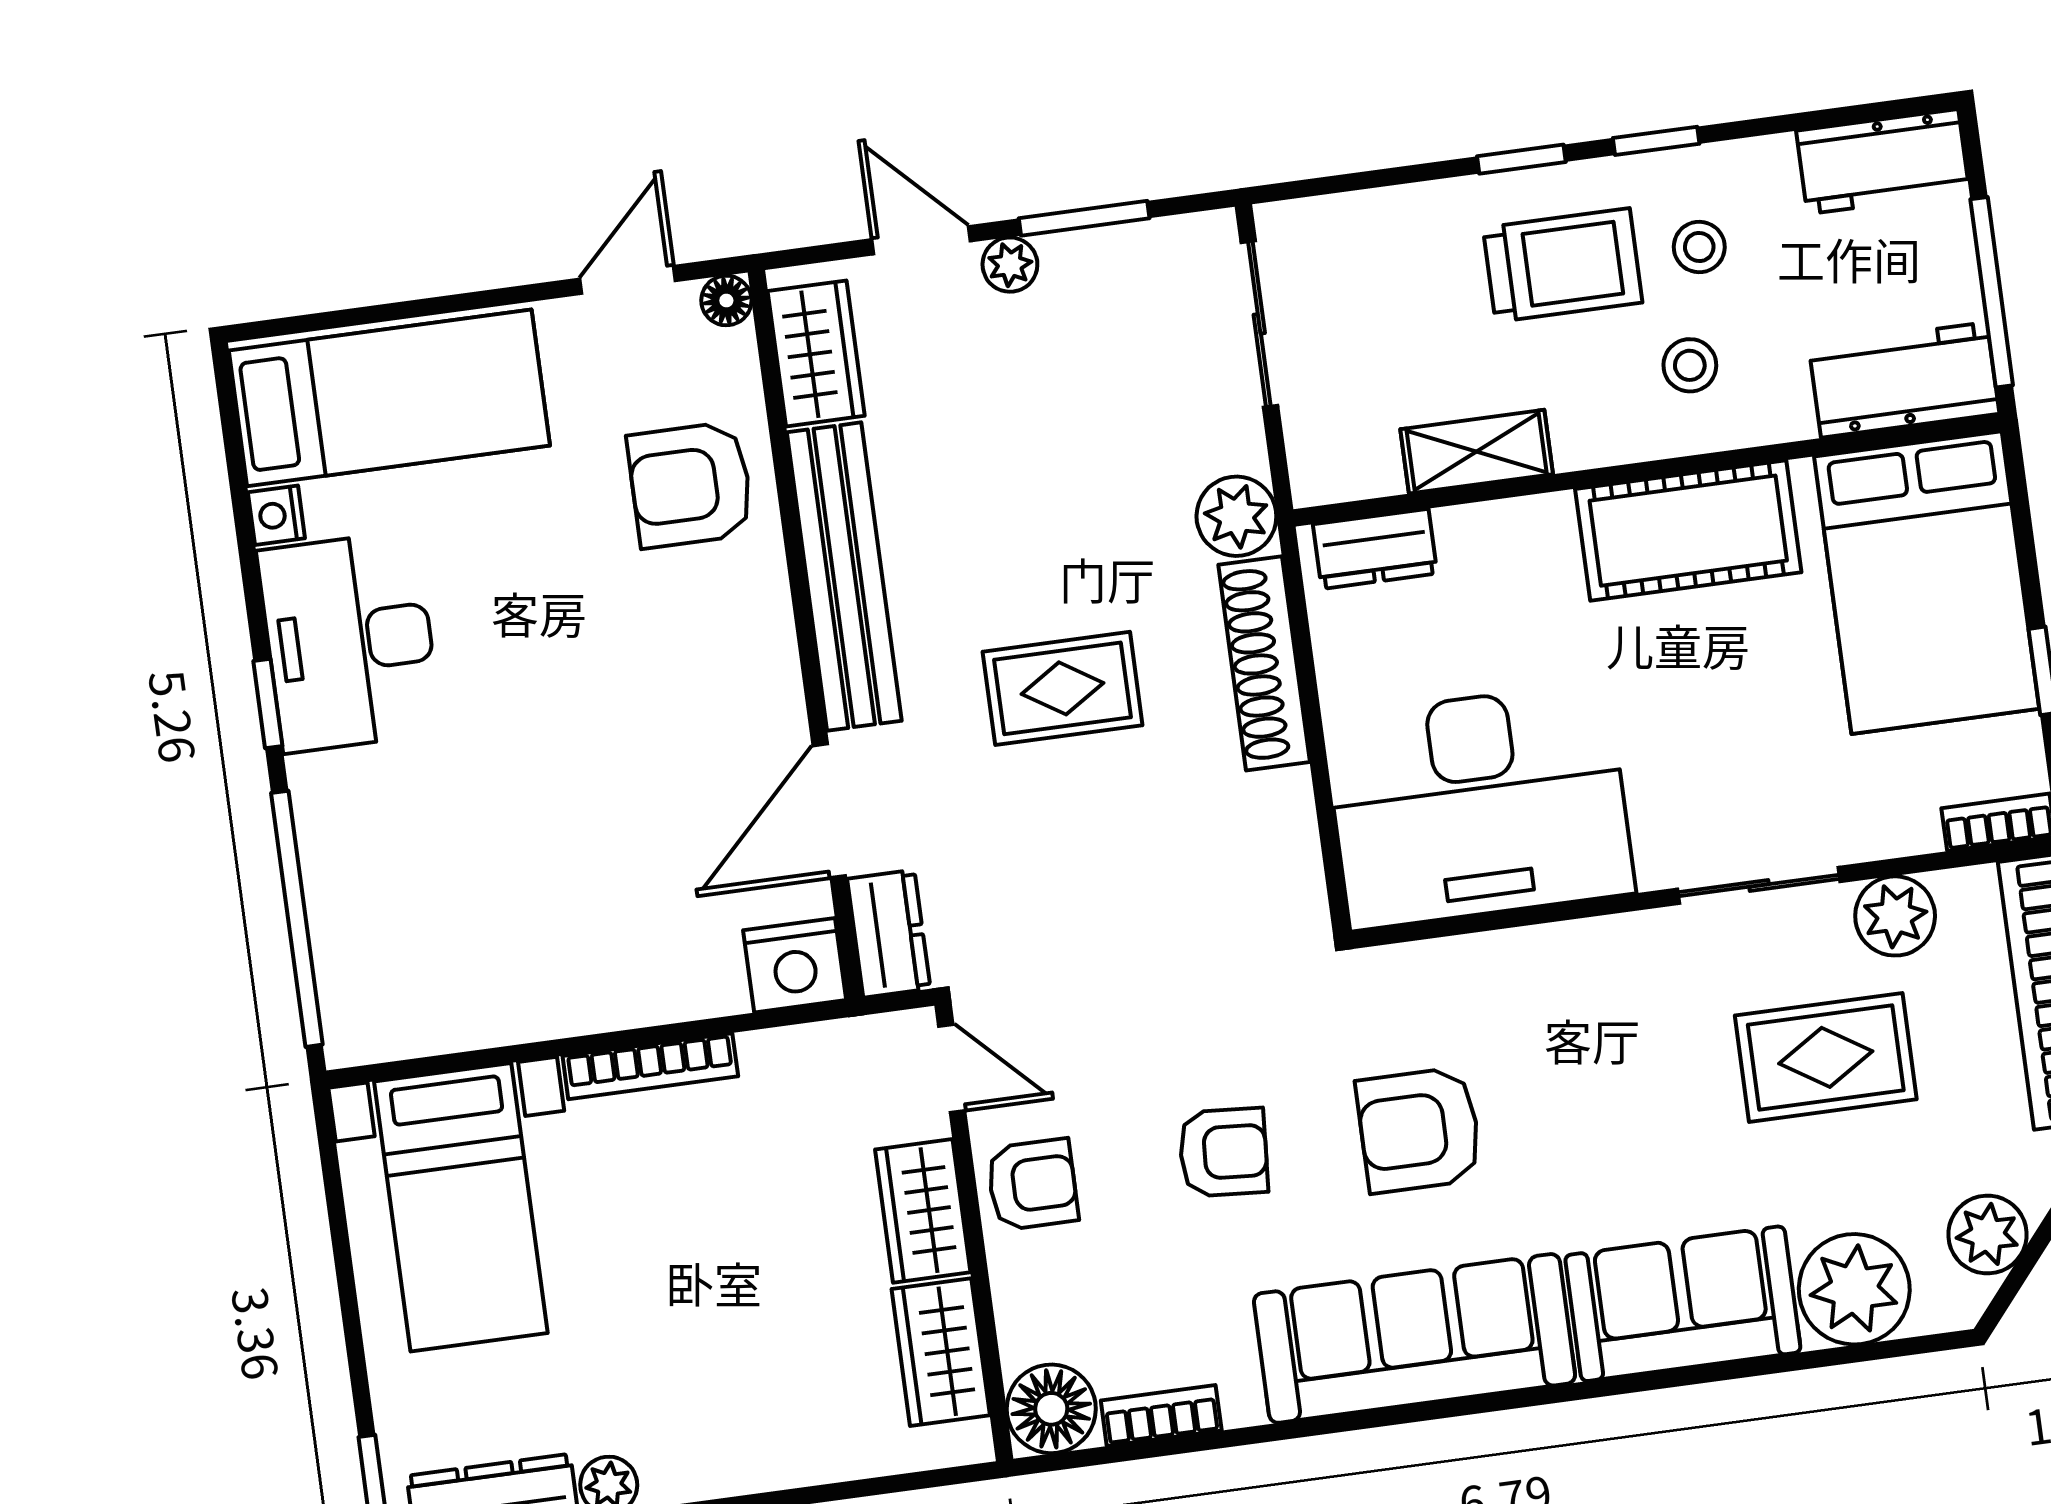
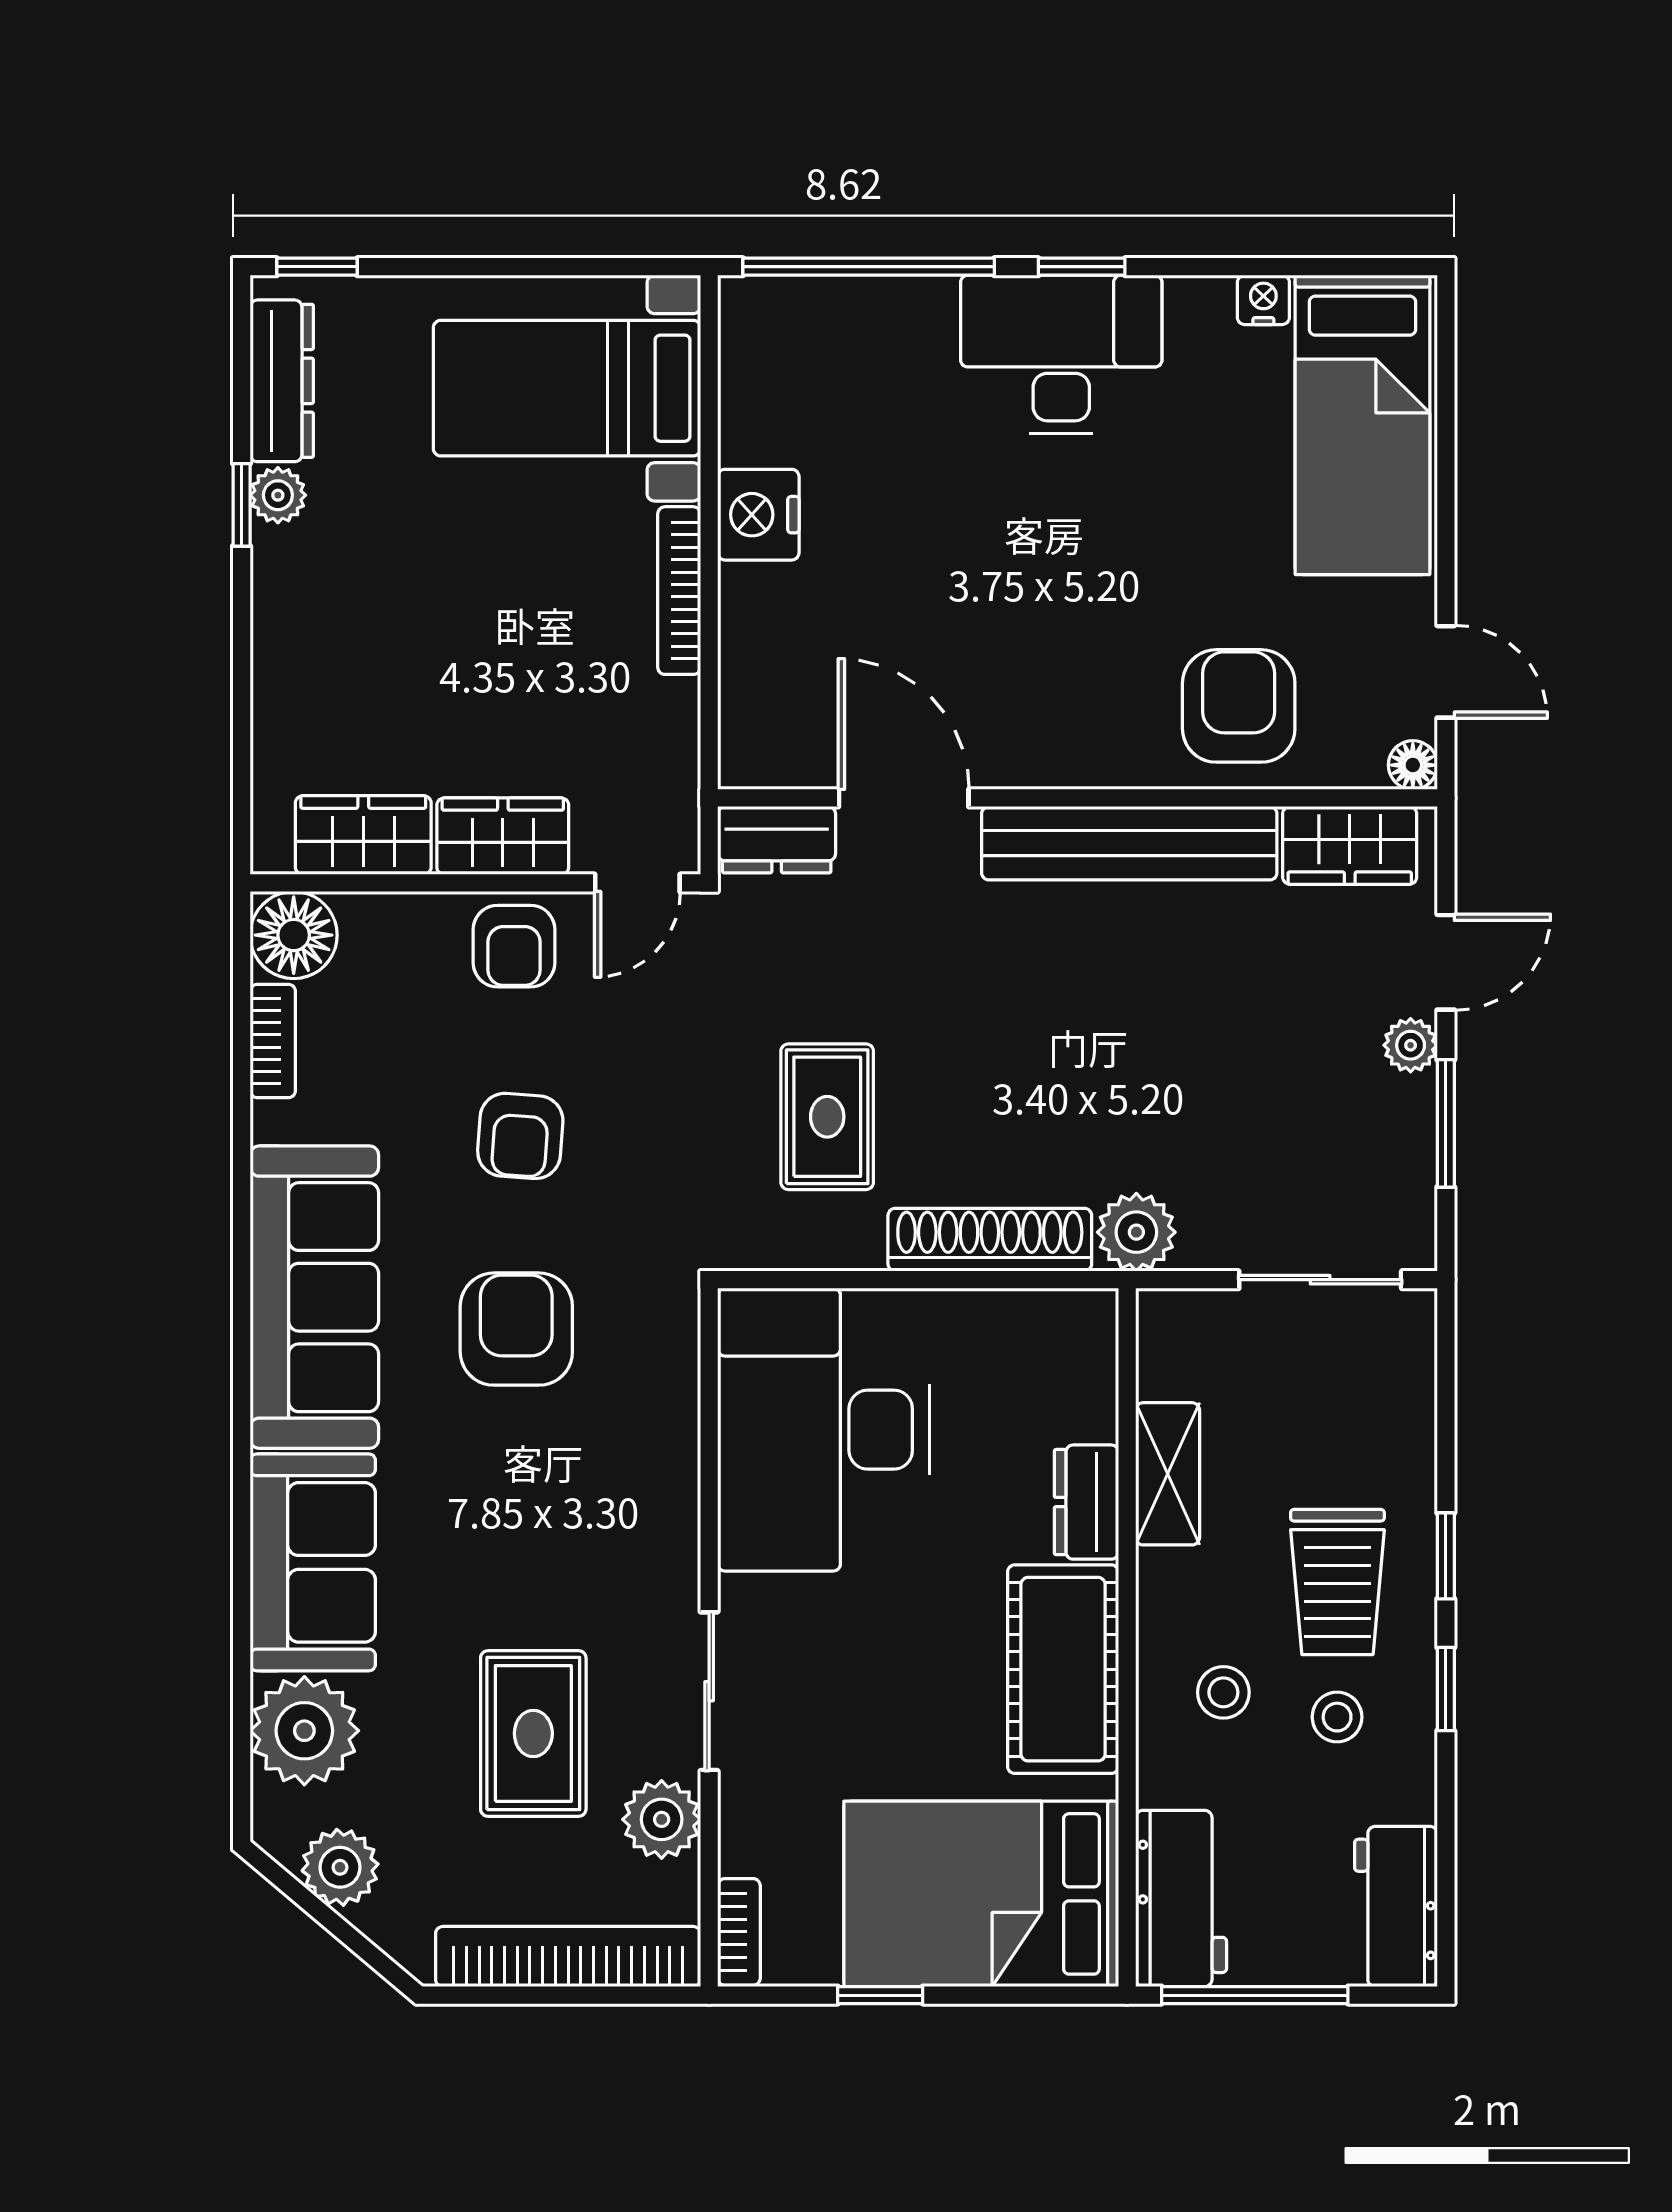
dresser: (1375, 549) -> (1086, 1502), moved
desk: (350, 642) -> (1061, 354), moved
rug: (1063, 688) -> (827, 1117), moved
nightstand: (795, 965) -> (758, 515), moved

